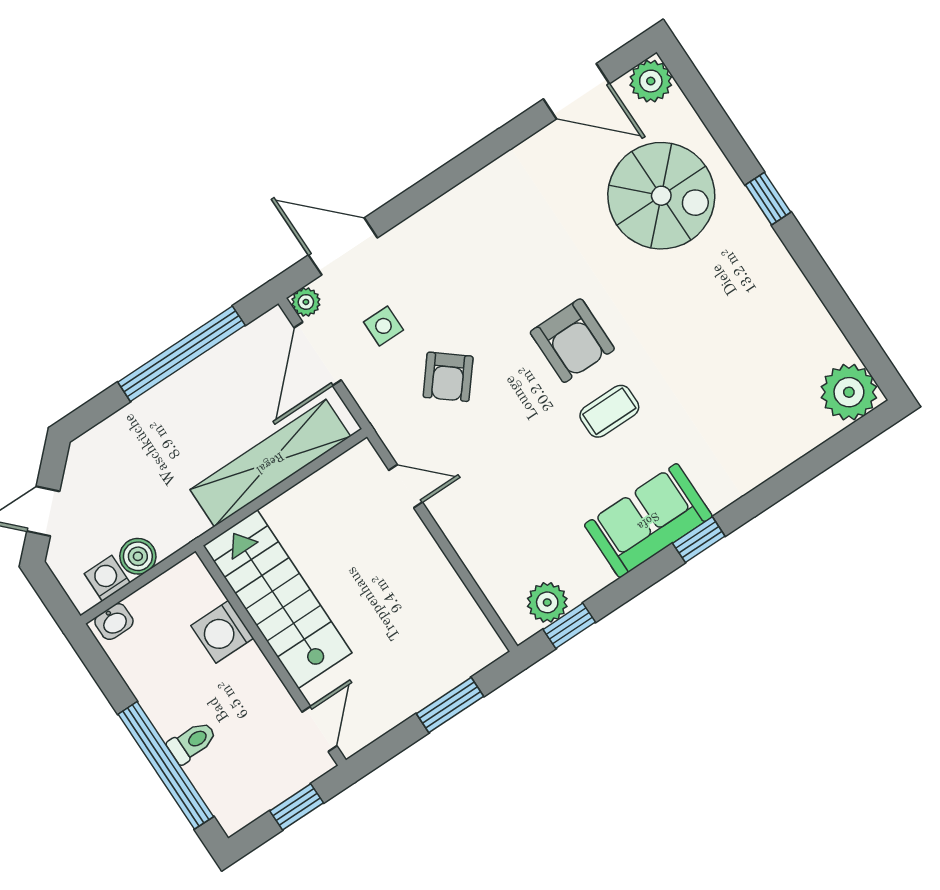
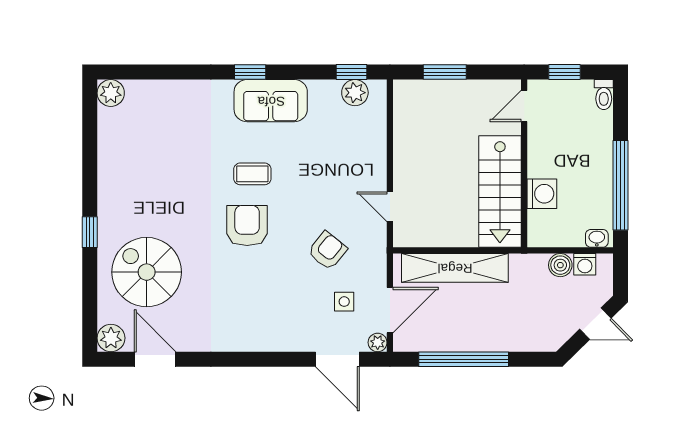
plant: (849, 392) -> (111, 93), width x0.73, depth x0.73
toilet: (192, 742) -> (604, 95), moved, turned -90
window: (166, 765) -> (620, 185), moved

